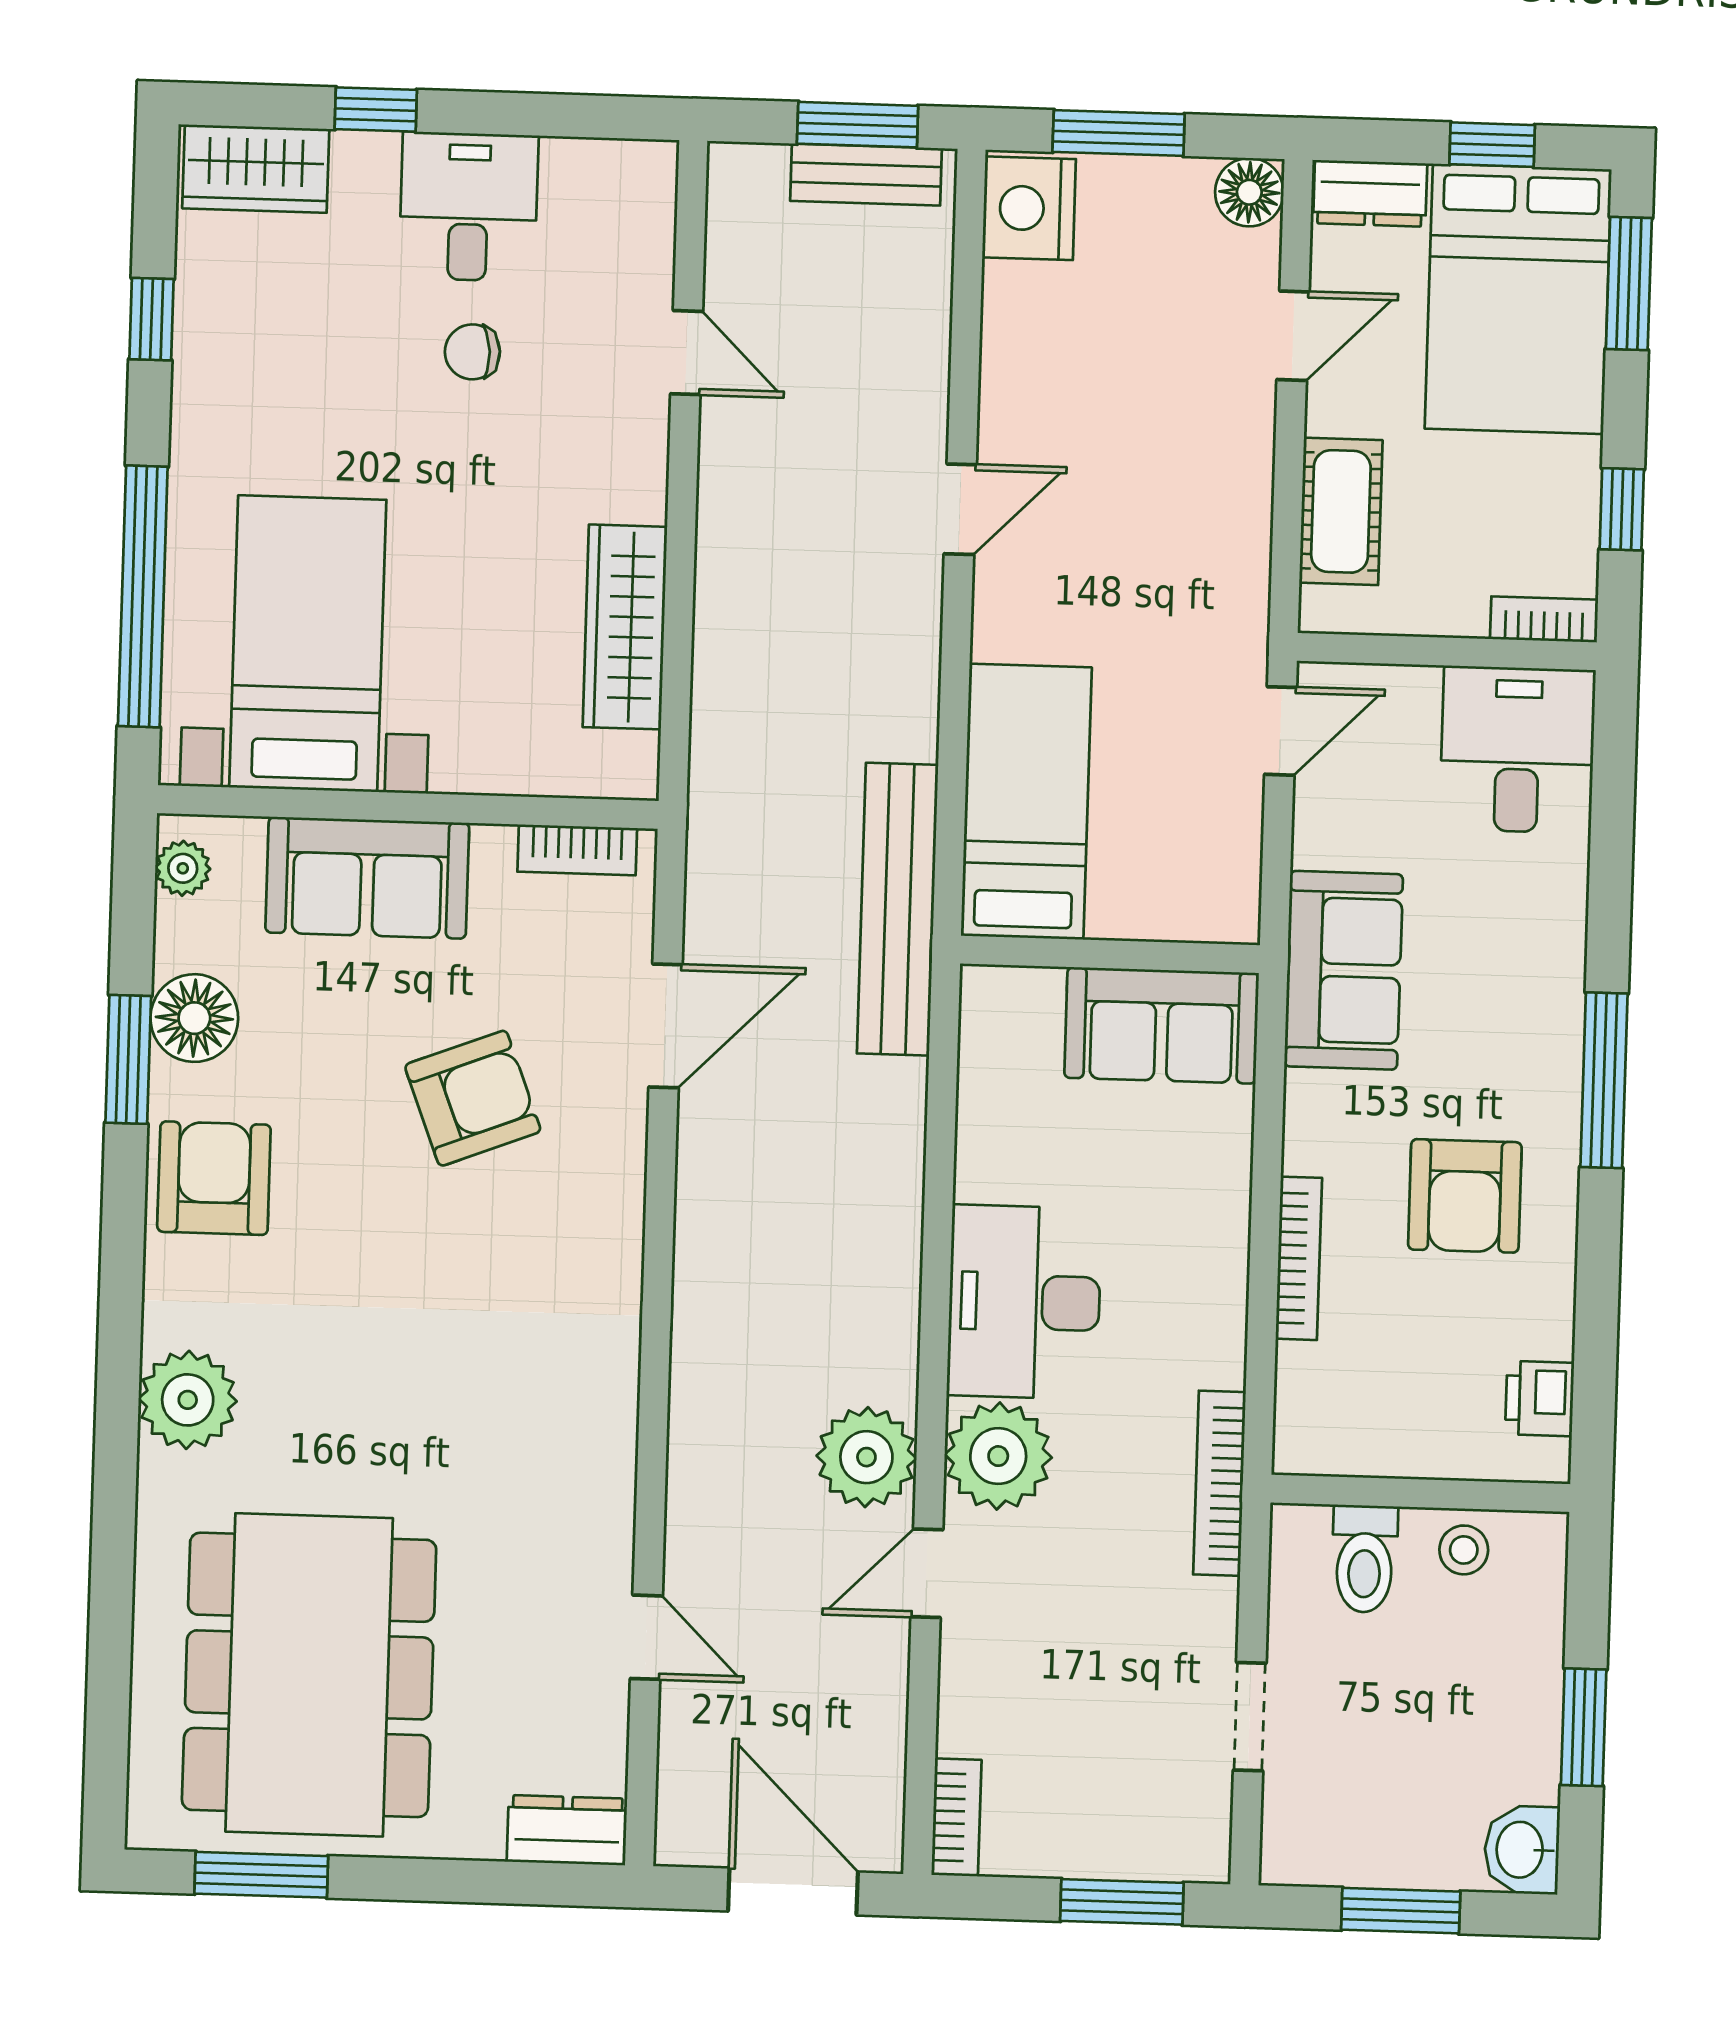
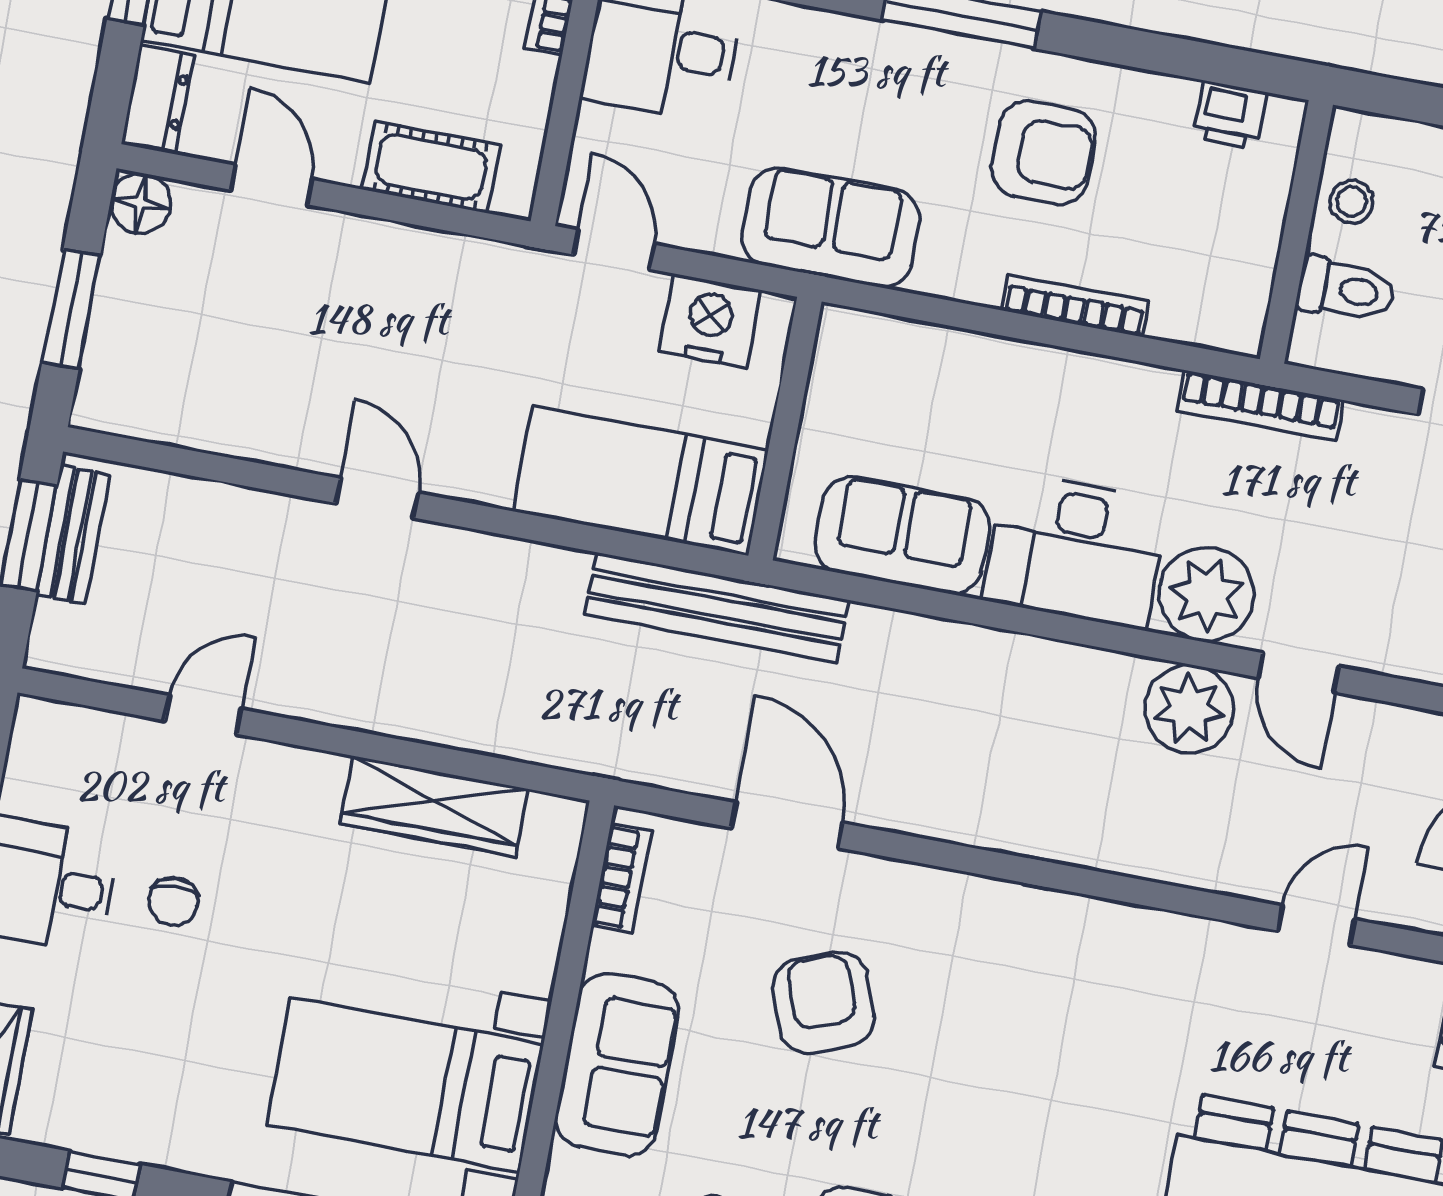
nightstand: (1029, 208) -> (710, 321), moved, turned 180
sofa: (1162, 1025) -> (902, 535), moved, turned -90

